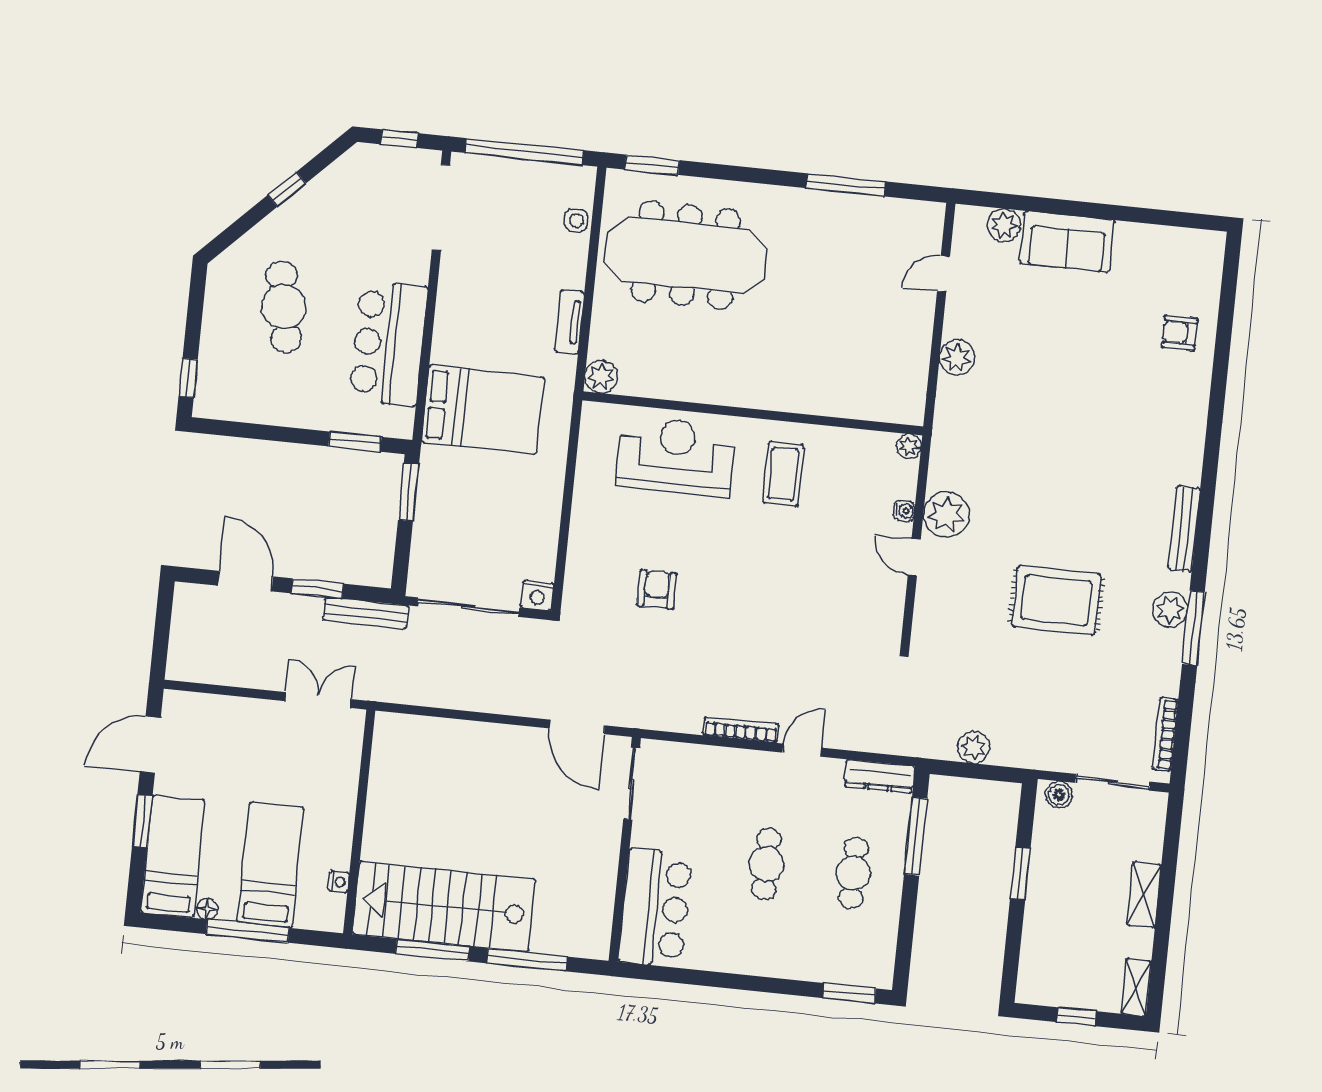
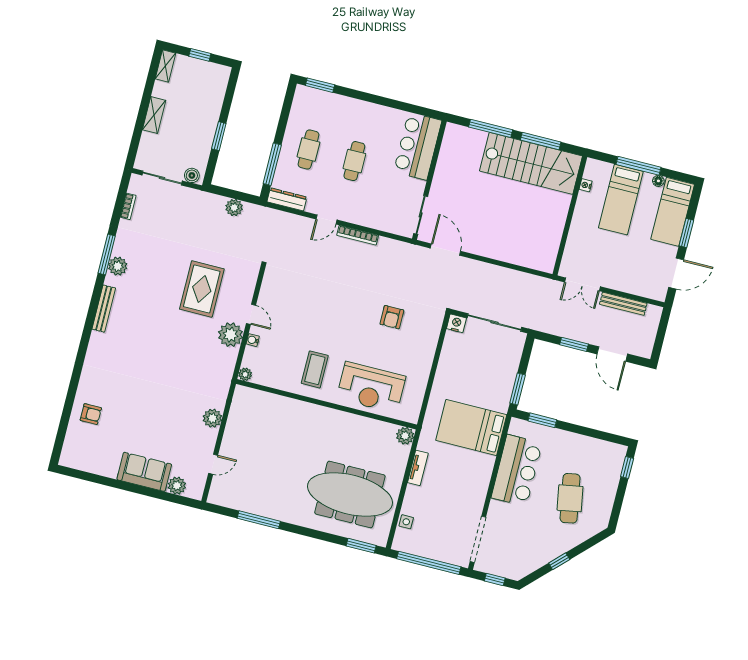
rug: (1056, 600) -> (202, 289), moved, turned 90
bench: (366, 613) -> (623, 304), moved
bookcase: (1165, 734) -> (128, 206), width x0.64

